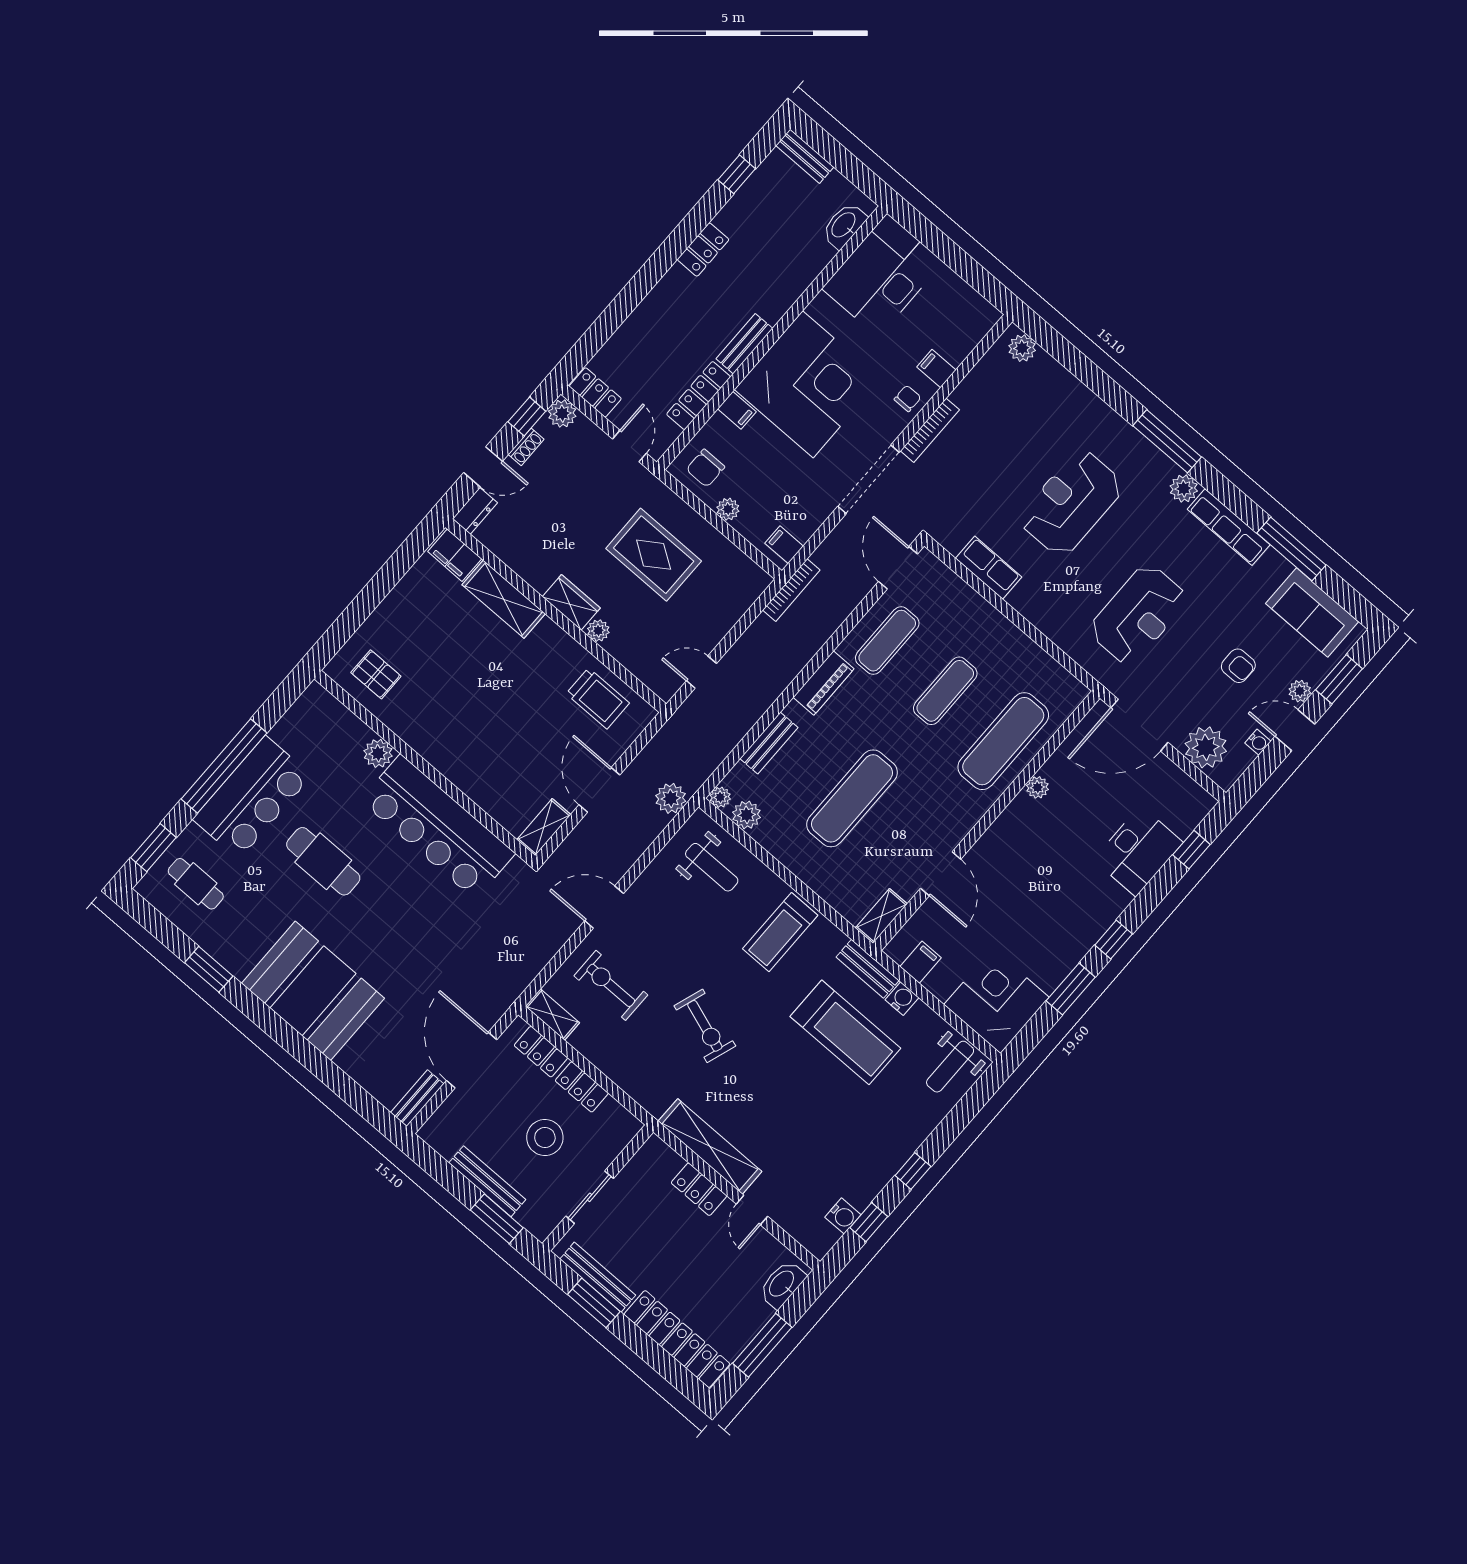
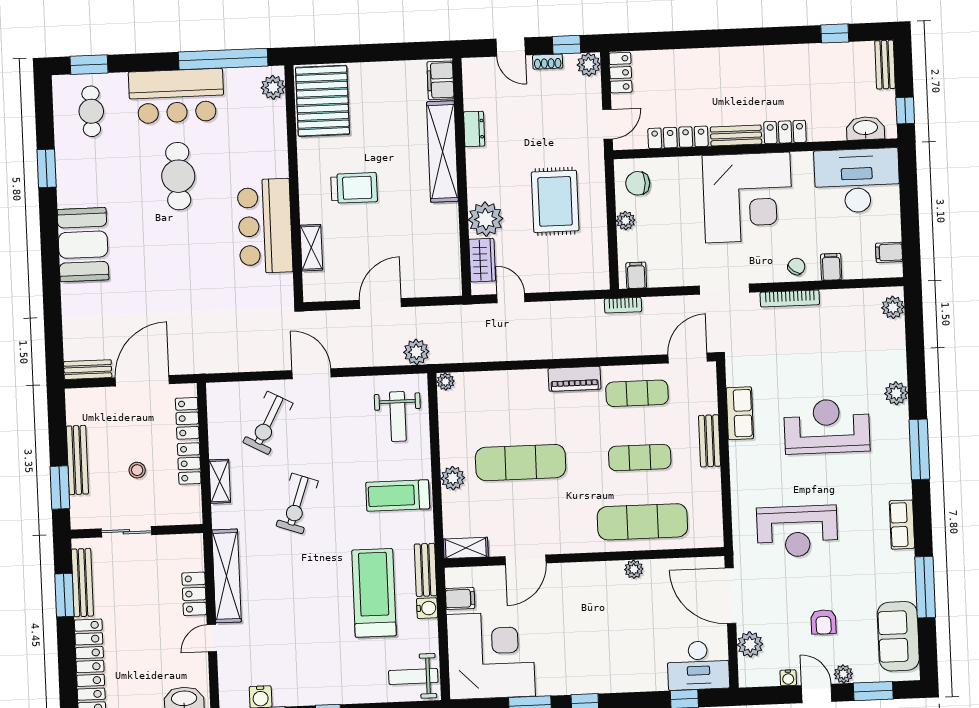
window: (861, 176) -> (905, 111), added
locker: (703, 250) -> (785, 132), moved, turned 180
chair: (908, 398) -> (796, 266), turned -54
filing cabinet: (737, 410) -> (889, 252), moved, turned 90
doorway: (868, 479) -> (725, 289), width x0.73
plant: (1184, 489) -> (896, 393), moved
dresser: (475, 511) -> (474, 129), moved, turned -90
row of seats: (1229, 527) -> (902, 525), width x0.68
bookcase: (791, 590) -> (623, 305), width x0.64
shelving: (504, 599) -> (442, 152), width x1.47
wardrobe: (571, 602) -> (482, 260), moved
plant: (598, 631) -> (486, 219), width x1.87, depth x1.87
pallet: (376, 674) -> (323, 101), width x2.05, depth x2.00
trolley: (598, 698) -> (354, 188), moved, turned -90
bench: (769, 743) -> (710, 441), moved, turned 90
plant: (1206, 747) -> (750, 644), width x0.73, depth x0.73
plant: (378, 753) -> (273, 87), moved
window: (224, 766) -> (223, 59), moved
plant: (747, 815) -> (453, 478), moved
bar counter: (438, 827) -> (265, 226), width x0.73
shelving: (544, 827) -> (311, 248), moved, turned 90
desk: (1138, 851) -> (698, 665), moved
exercise bike: (611, 985) -> (268, 423), turned -152
booth: (313, 991) -> (83, 245), width x0.73, depth x0.70
corner desk: (997, 1001) -> (491, 655), width x1.36, depth x1.36
shelving: (552, 1015) -> (220, 481), moved
treadmill: (845, 1032) -> (374, 593), turned 180
stool: (545, 1138) -> (137, 470), width x0.53, depth x0.53

